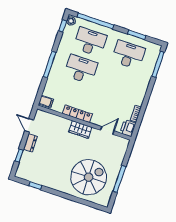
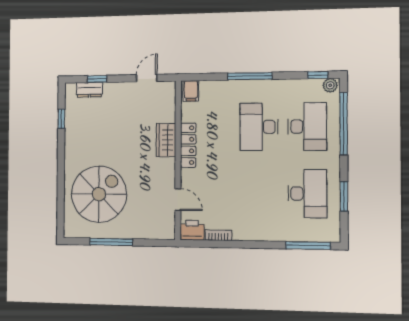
desk: (81, 69) -> (259, 127), turned 180
wardrobe: (80, 129) -> (166, 140), moved
dresser: (30, 143) -> (89, 90), moved
spiral stairs: (89, 177) -> (99, 194), turned -90

